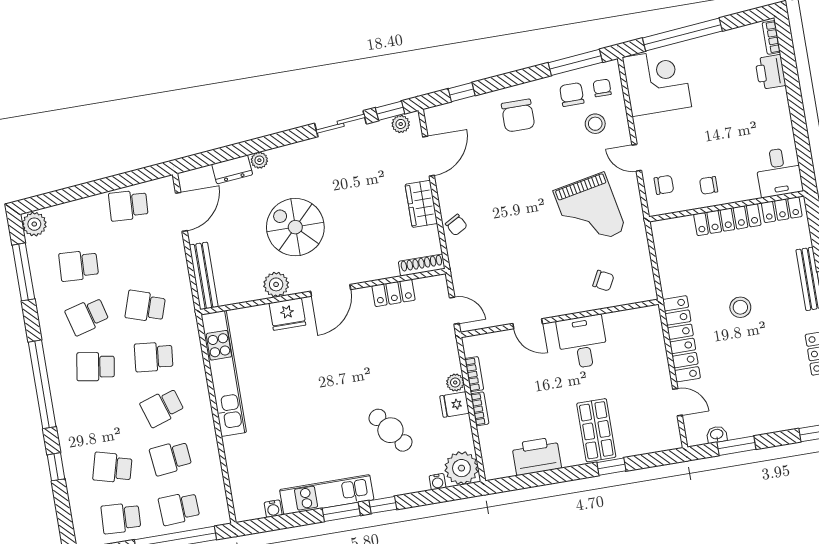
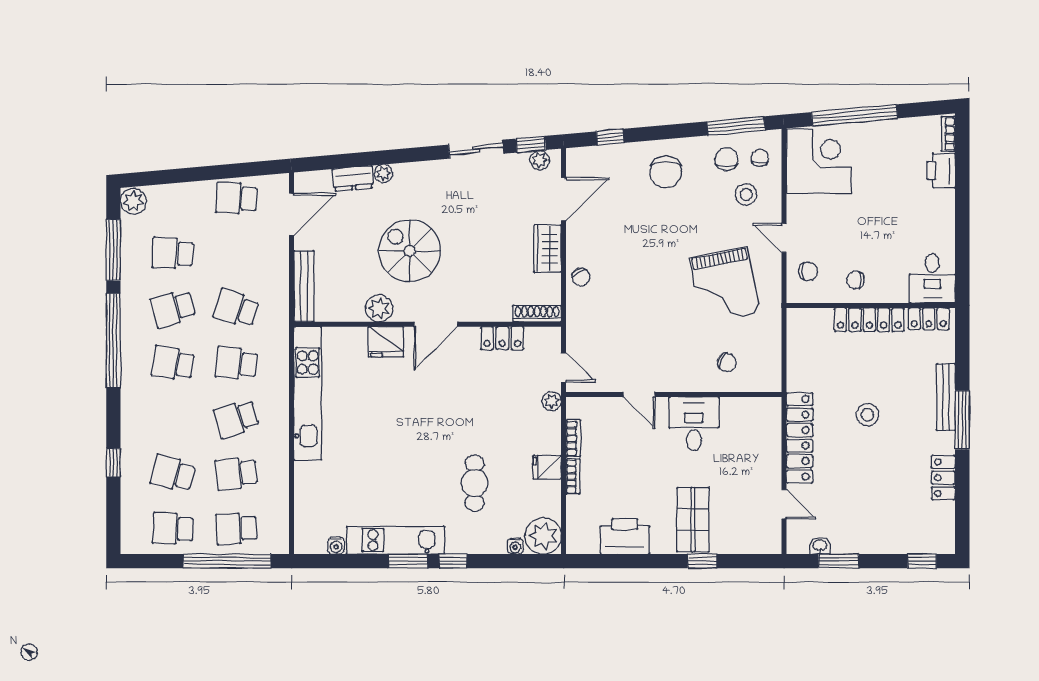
plant: (455, 383) -> (552, 401), moved
window: (42, 384) -> (113, 341), moved
cafe table: (390, 430) -> (475, 483), turned 36

